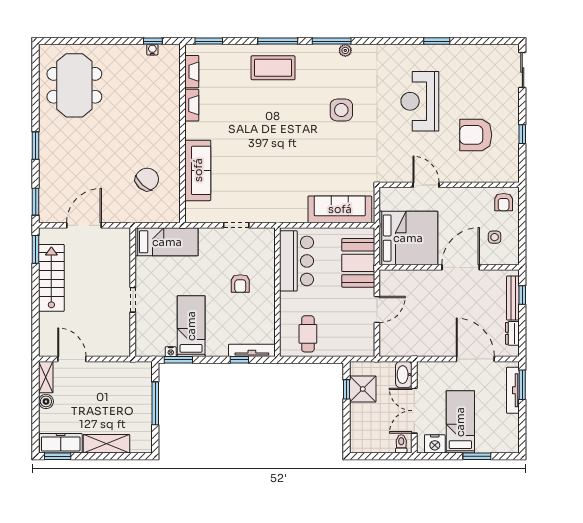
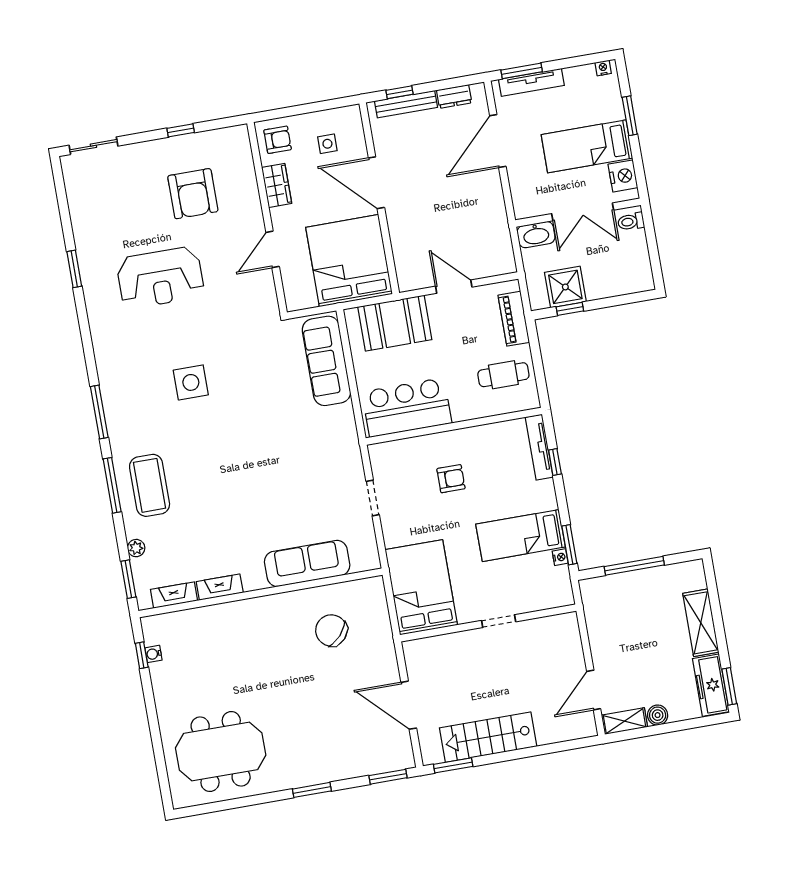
plant: (345, 50) -> (136, 548), moved
wardrobe: (471, 196) -> (277, 185), added
bed: (167, 242) -> (421, 587), width x1.50
piano: (347, 348) -> (514, 319), added
nightstand: (514, 443) -> (603, 68), added

